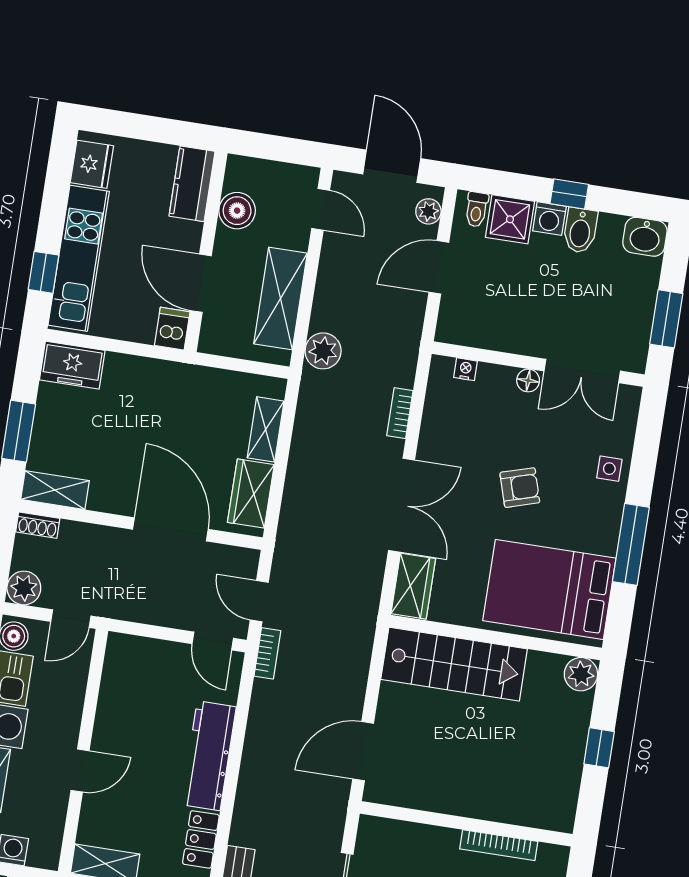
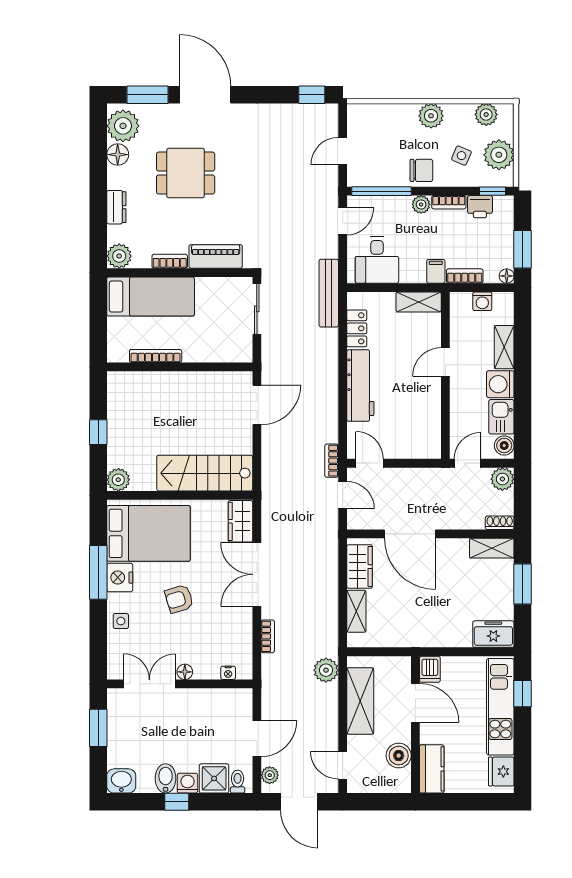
nightstand: (601, 532) -> (120, 578), added

